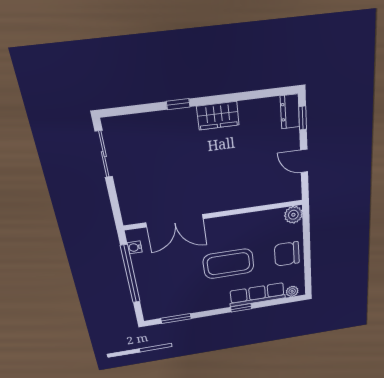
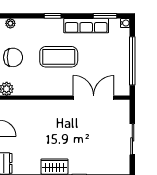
sliding door: (104, 154) -> (132, 139), moved
water cooler: (135, 247) -> (125, 23), moved
row of seats: (257, 295) -> (86, 26), moved

